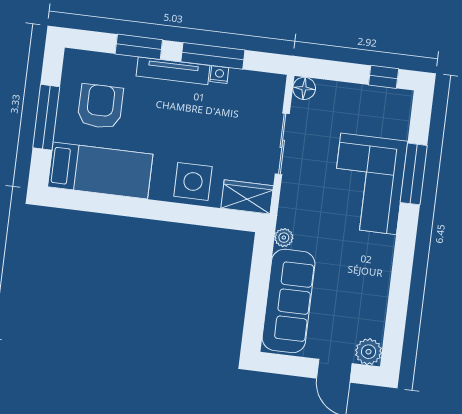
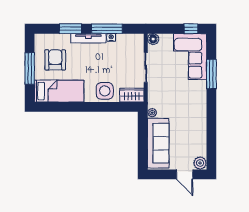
corner sofa: (369, 184) -> (190, 57), moved

